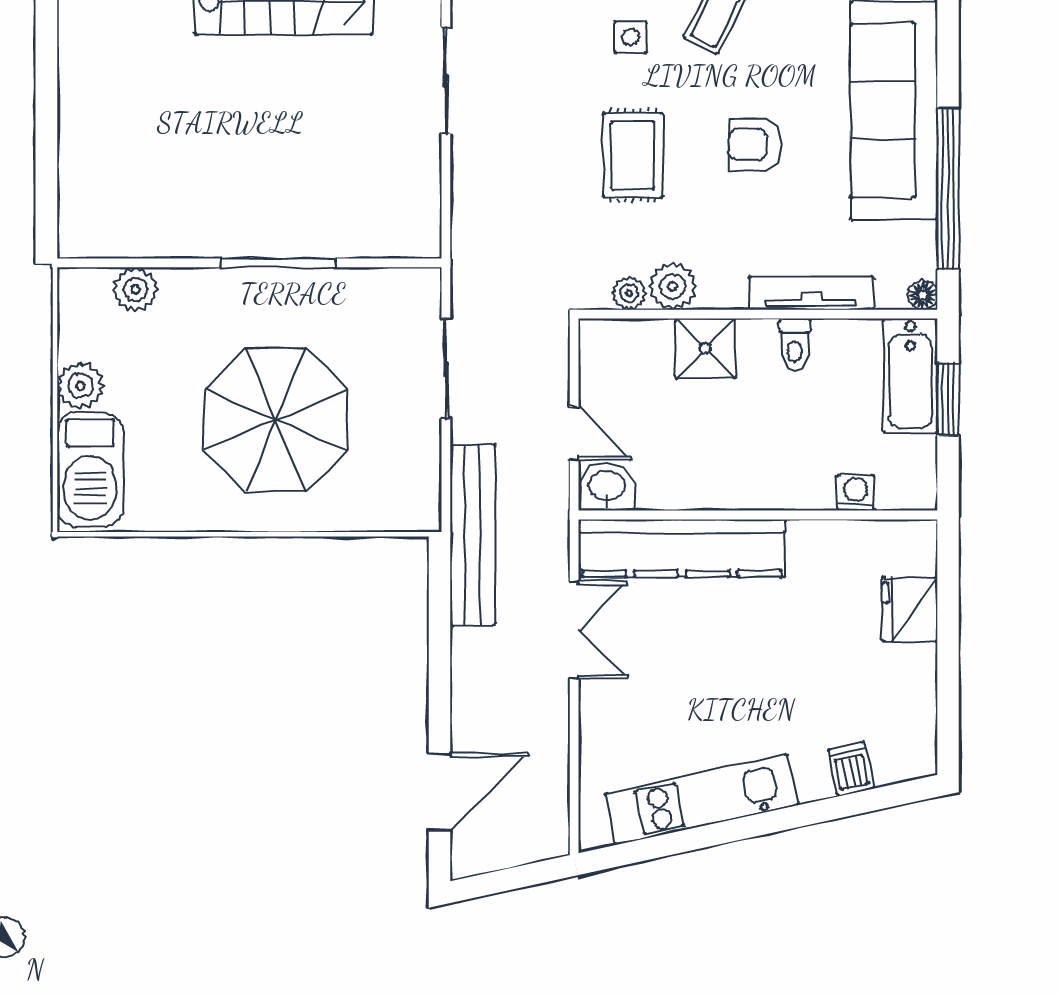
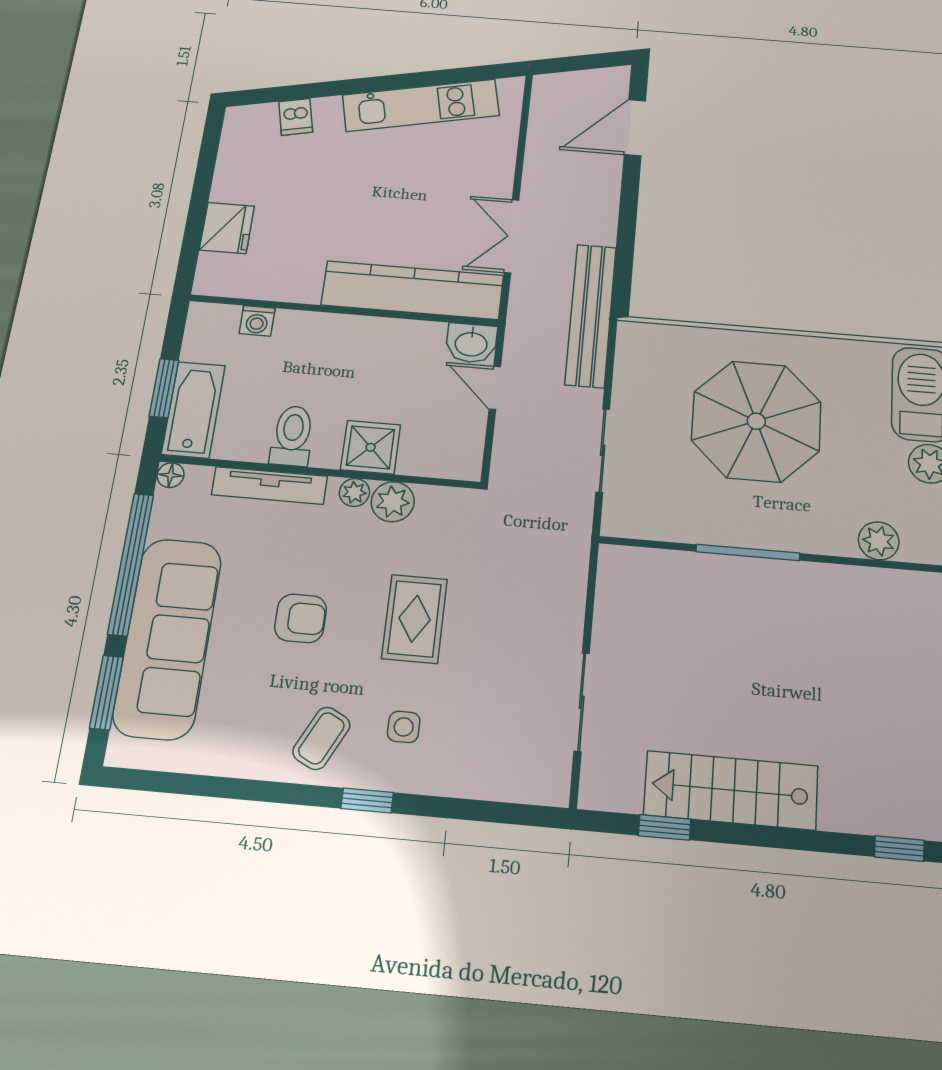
window: (948, 45) -> (106, 693), added
plant: (629, 293) -> (354, 492), moved
toilet: (795, 344) -> (292, 436), width x1.37, depth x1.39

